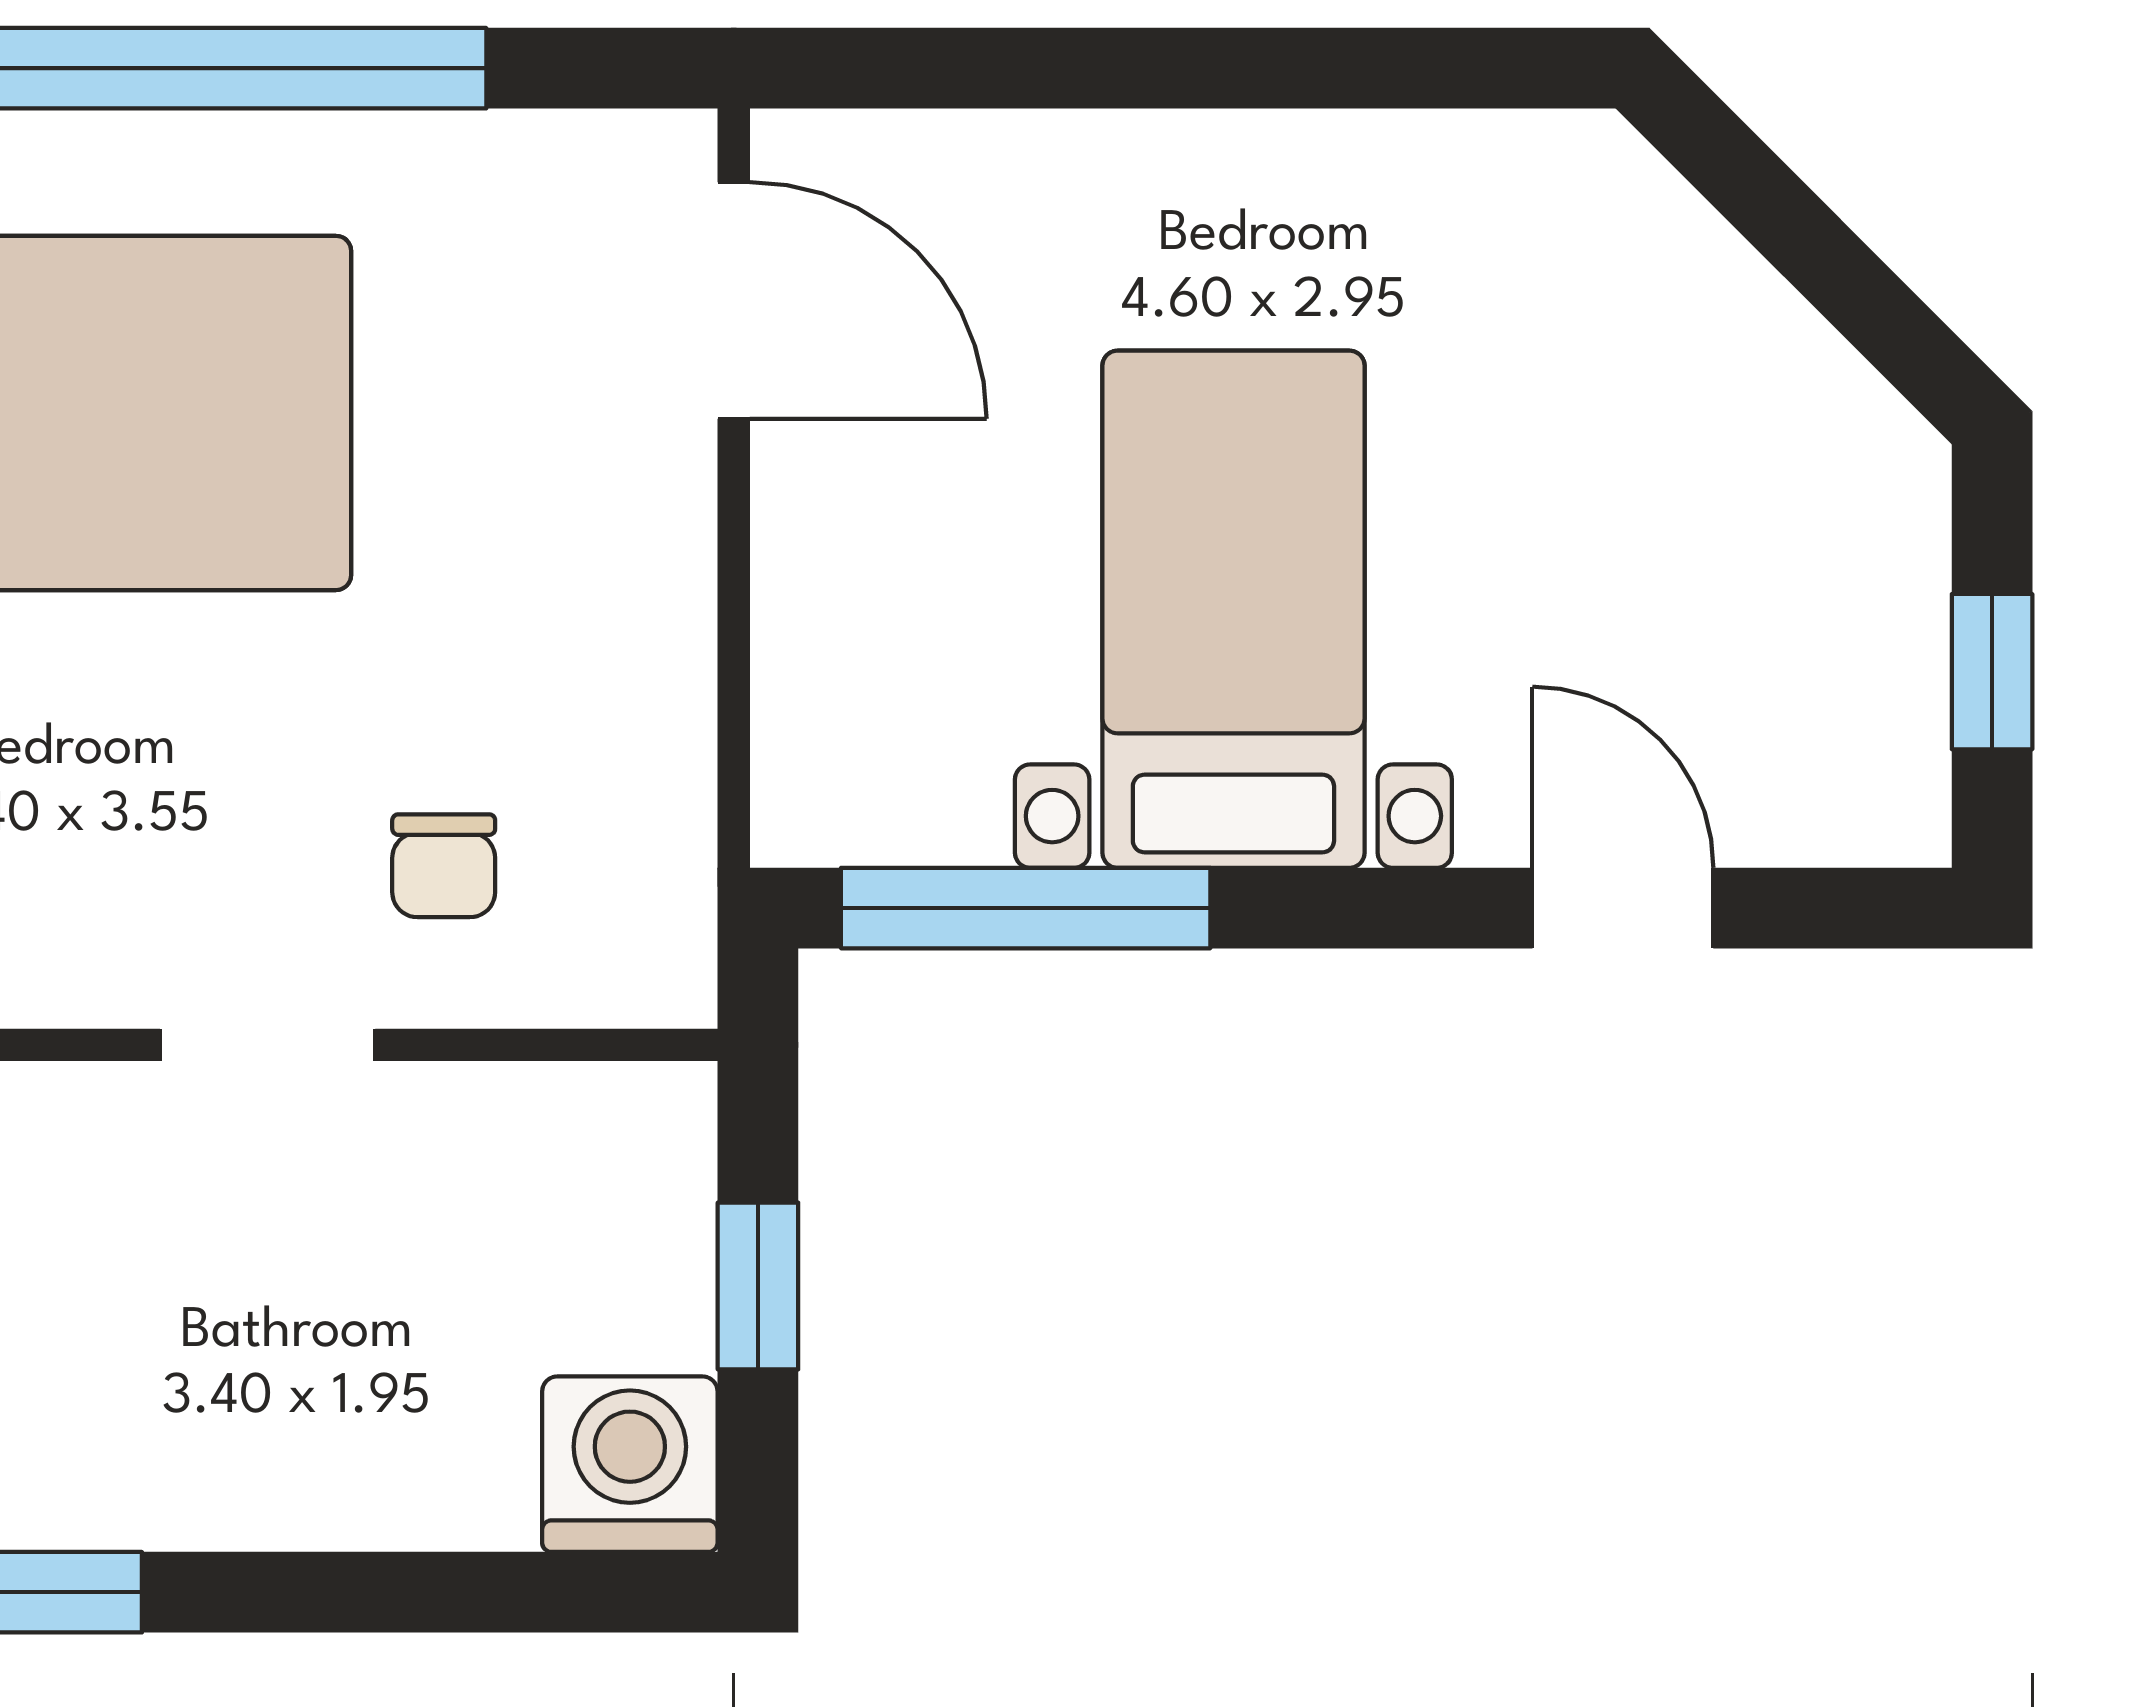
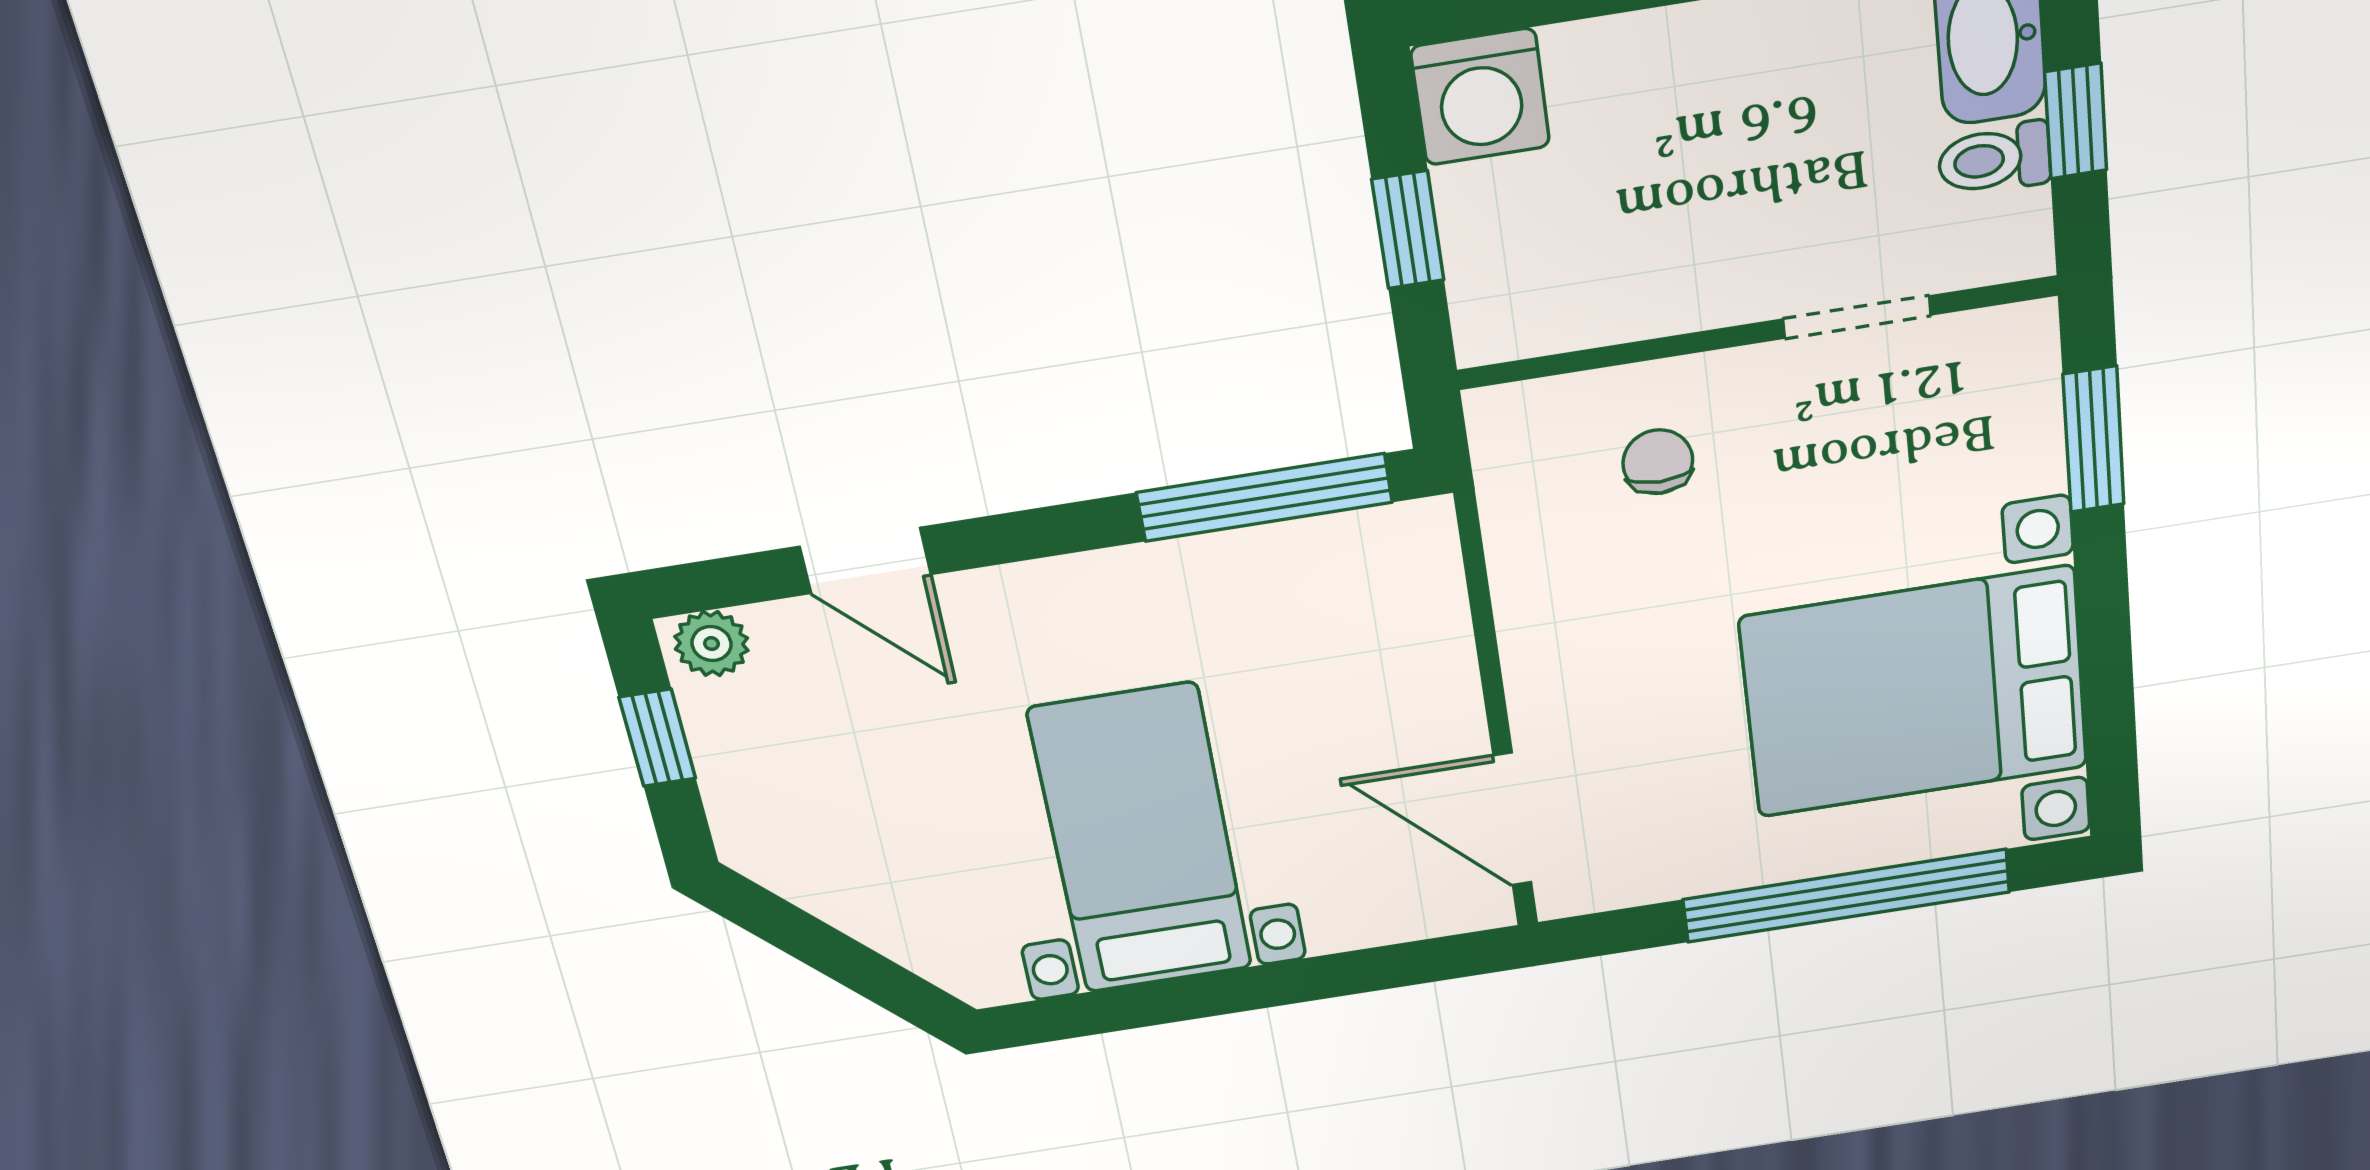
bed with nightstands: (1233, 609) -> (1141, 840), moved, turned 180
plant: (1876, 813) -> (712, 644), added
doorway: (268, 1045) -> (1857, 317), moved

